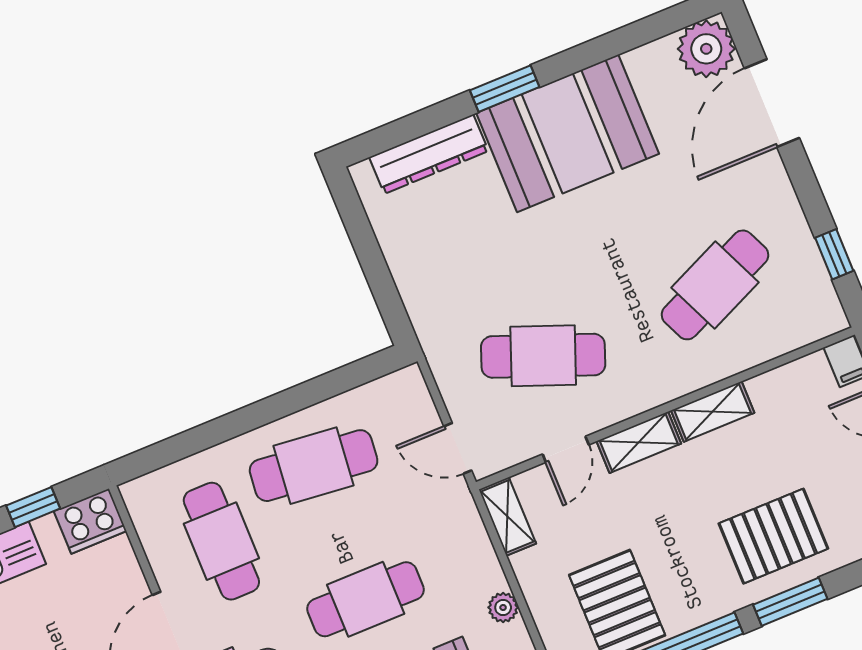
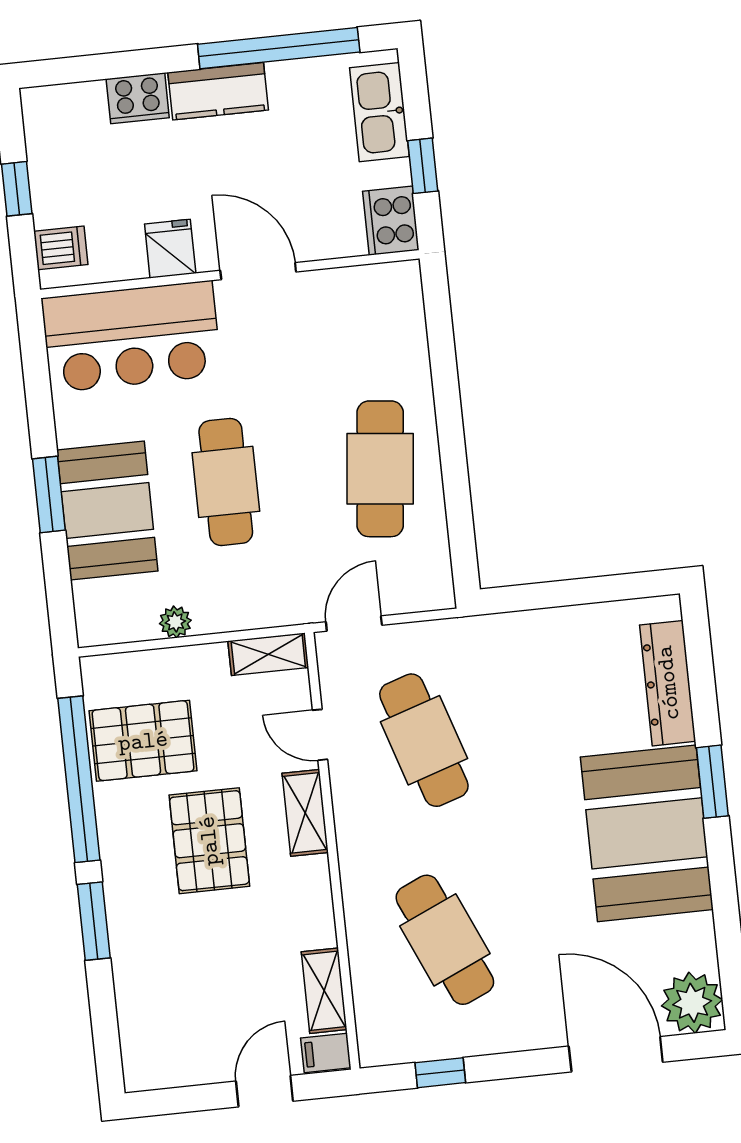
cafe table: (543, 356) -> (424, 740), turned -39
shelving: (713, 412) -> (324, 991), moved
pallet: (773, 536) -> (209, 841), moved
cafe table: (221, 541) -> (330, 350), removed

